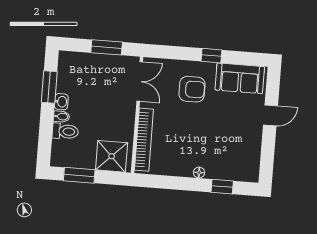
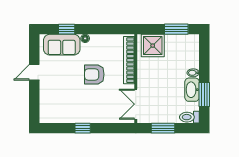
sofa: (240, 78) -> (62, 45), moved, turned 180
armchair: (192, 89) -> (94, 74), moved
washbasin: (61, 102) -> (192, 90), width x1.91, depth x1.45
door: (270, 115) -> (34, 72), moved
toilet: (65, 131) -> (189, 117), moved

